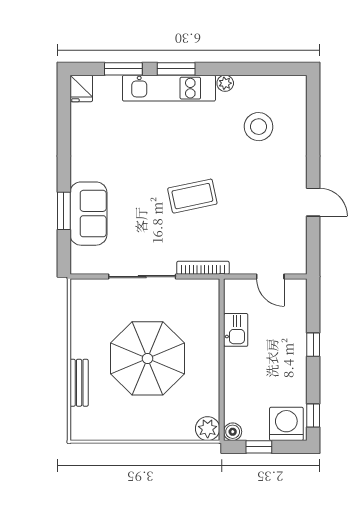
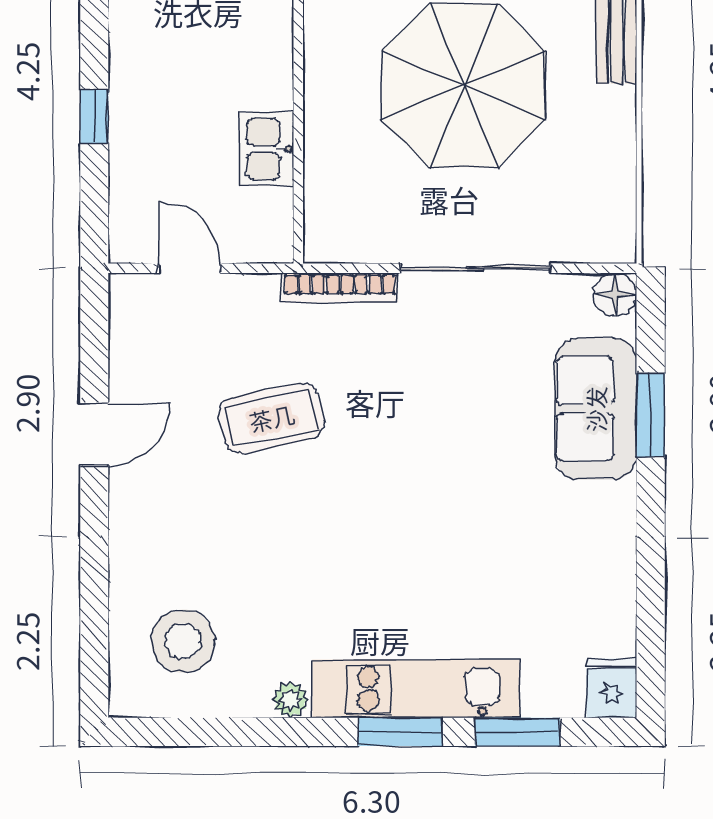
stool: (259, 127) -> (183, 641), moved
coffee table: (192, 196) -> (272, 418), moved
door: (313, 202) -> (94, 434), swing flipped
floor lamp: (80, 265) -> (615, 294), added

